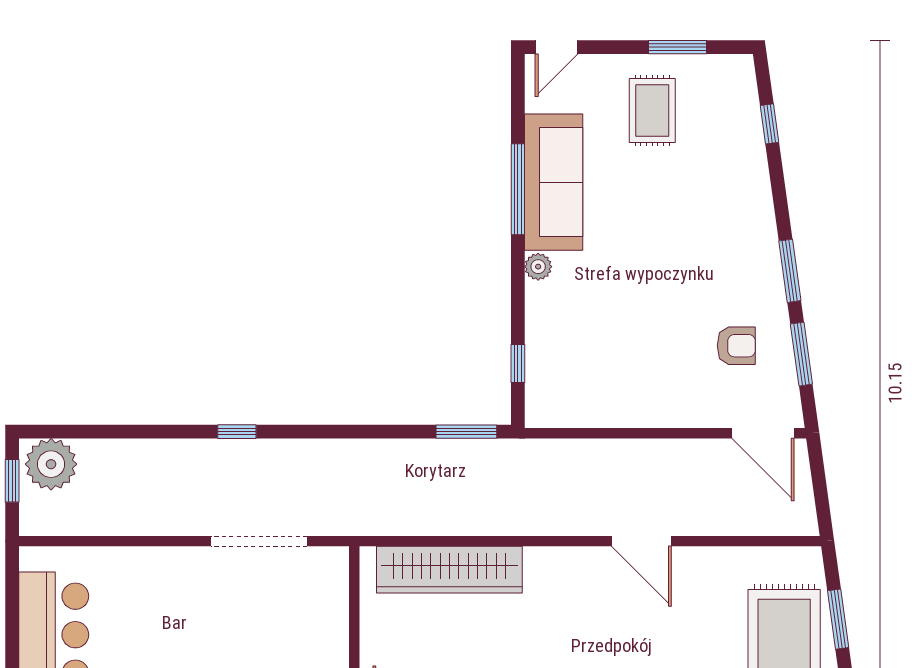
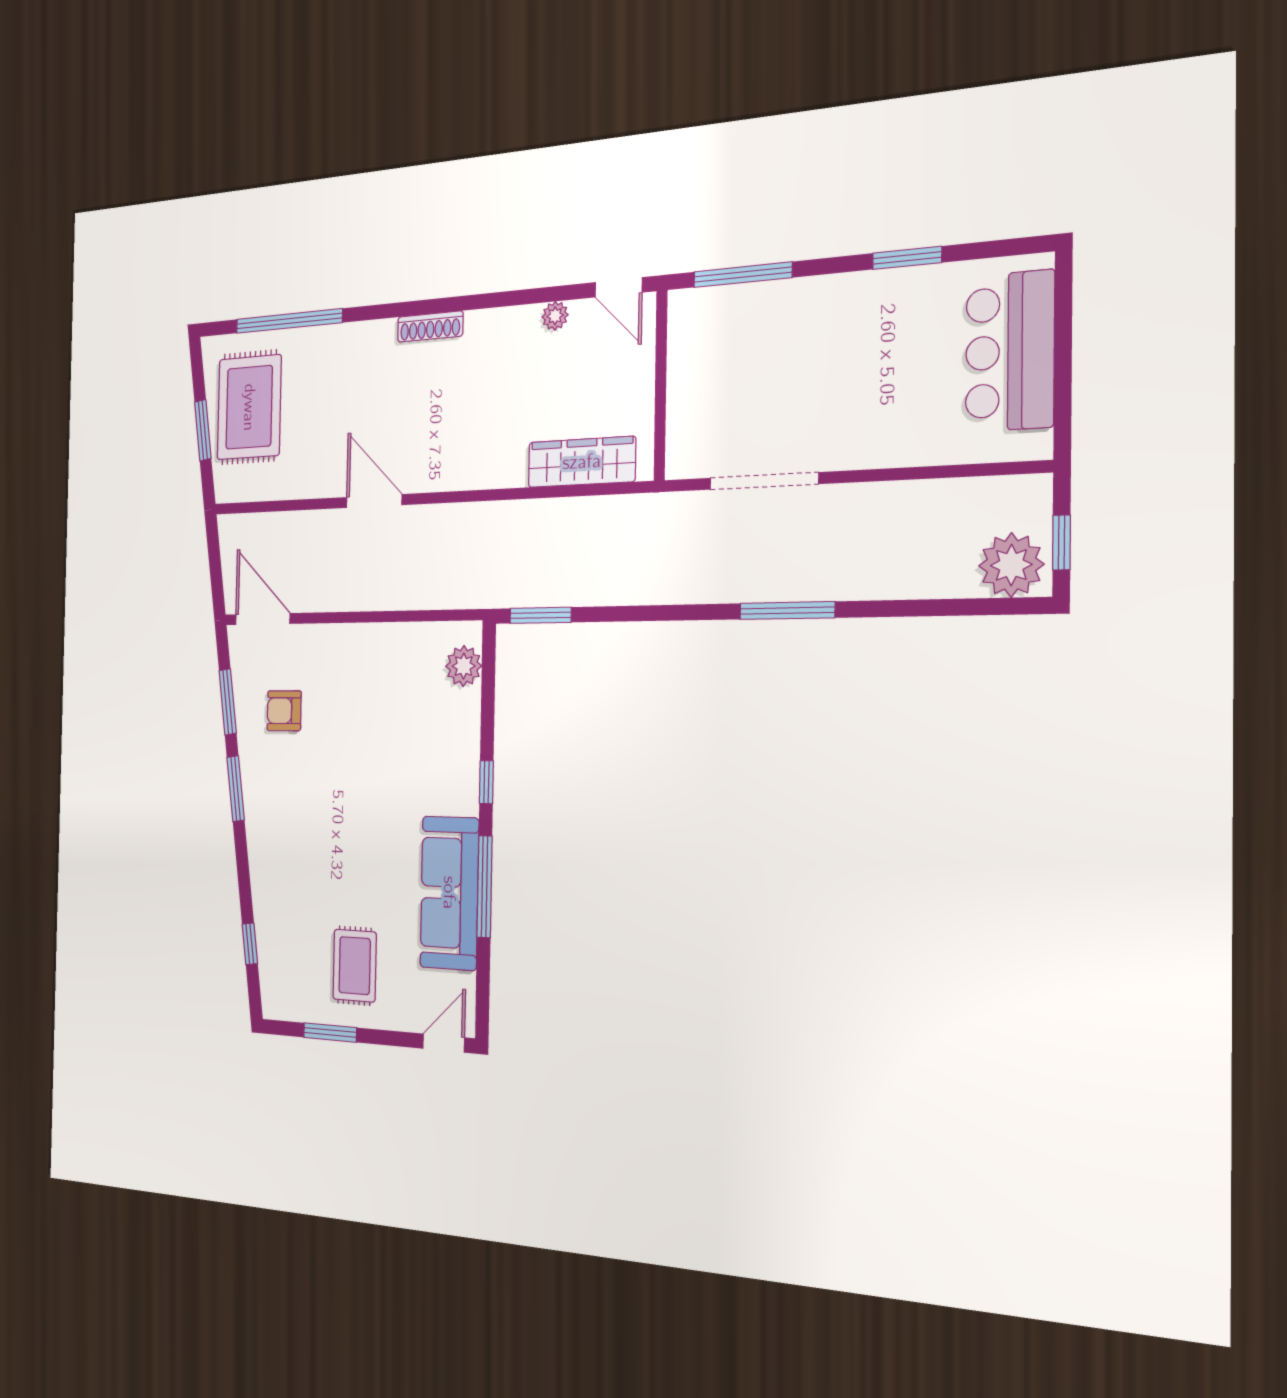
plant: (538, 267) -> (464, 666), moved, width x1.38, depth x1.38
window: (518, 364) -> (486, 782), moved
window: (237, 432) -> (787, 611), width x2.17
wardrobe: (449, 570) -> (582, 462), width x0.71, depth x0.85

